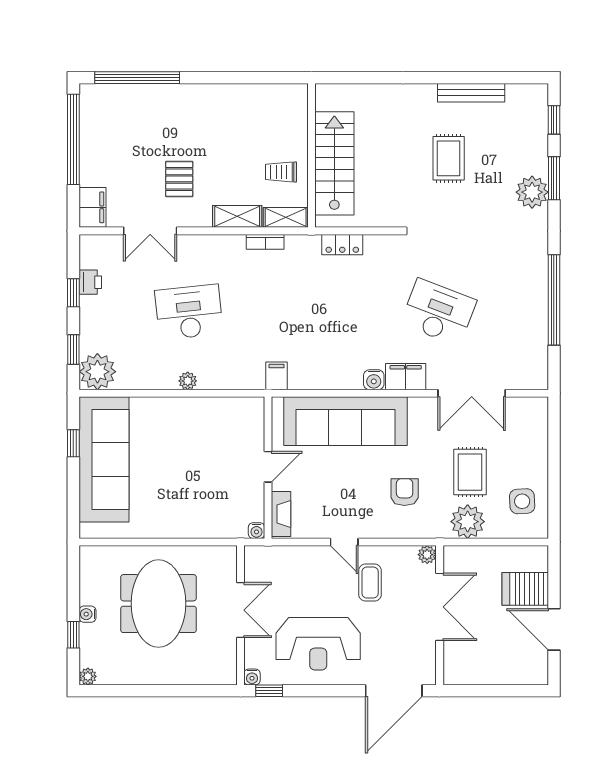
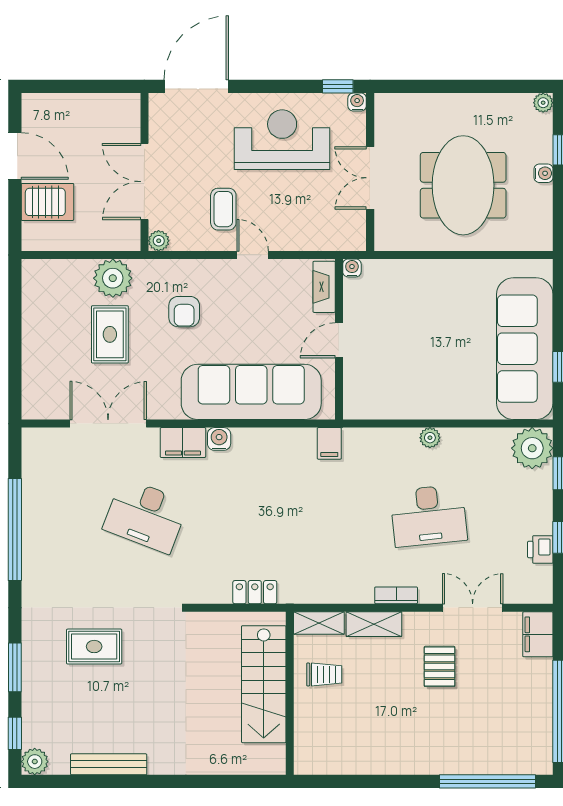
rug: (449, 158) -> (94, 647), moved, turned 90
plant: (532, 192) -> (35, 762), moved, width x0.73, depth x0.73
bookcase: (265, 242) -> (396, 595), moved
side table: (522, 501) -> (51, 301), removed

